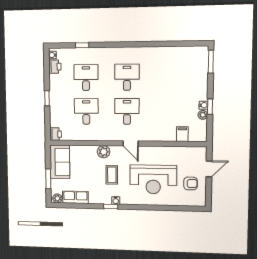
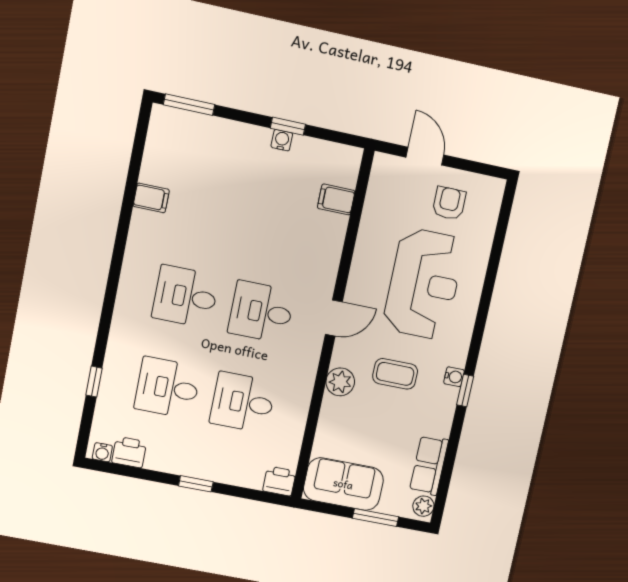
filing cabinet: (167, 53) -> (151, 198), added
plant: (203, 115) -> (303, 146), removed

